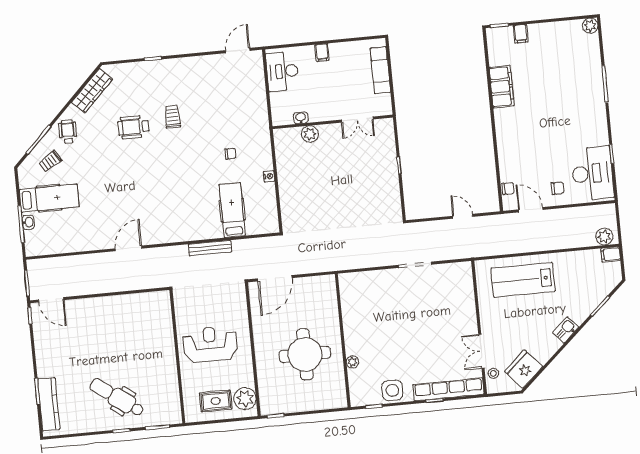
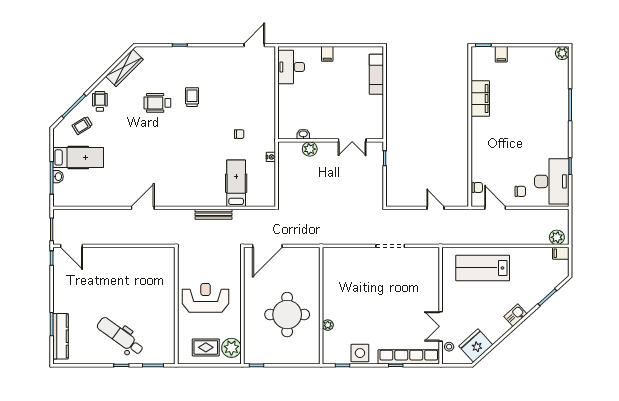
washbasin: (301, 118) -> (303, 134), moved
double door: (357, 120) -> (352, 140), moved
wall: (333, 122) -> (331, 140), moved
plant: (310, 134) -> (310, 149), moved

